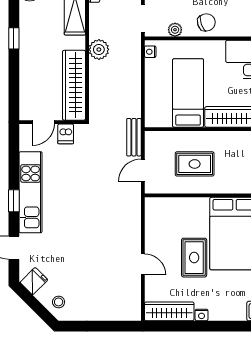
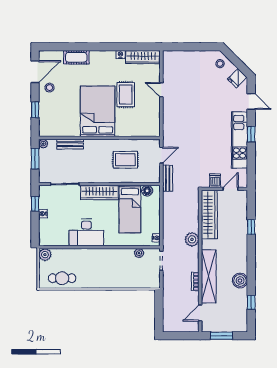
chair: (206, 22) -> (117, 258), removed
window: (14, 38) -> (251, 227), moved
floor lamp: (163, 119) -> (147, 191), added

